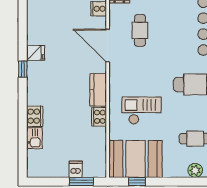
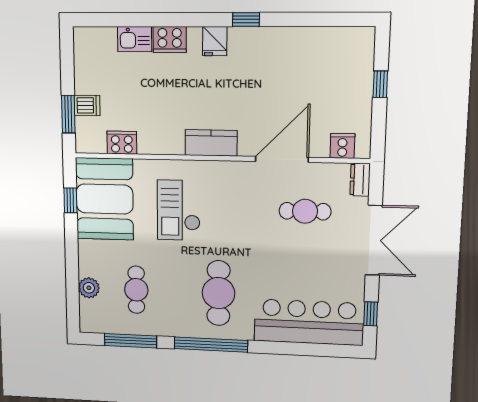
fridge: (36, 53) -> (215, 41), moved
checkout: (142, 111) -> (179, 210), turned 180
cooker: (99, 117) -> (122, 143), moved

